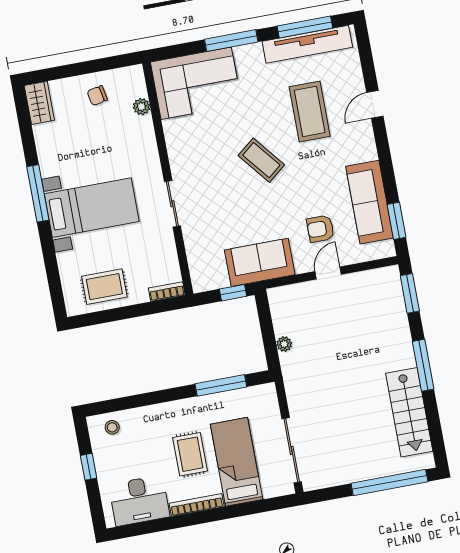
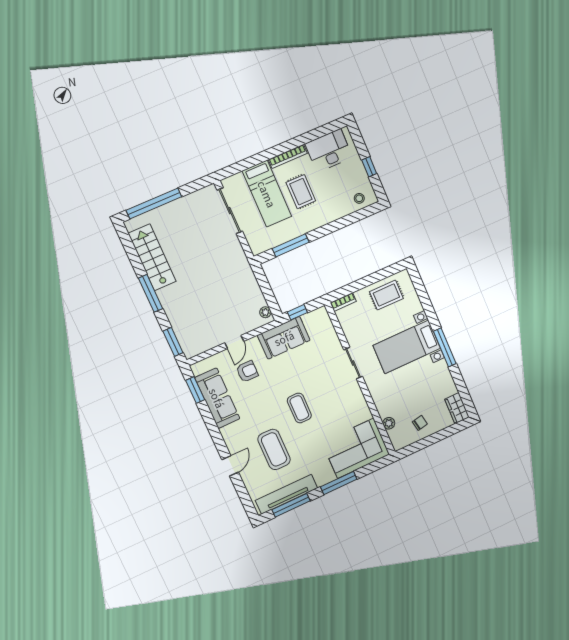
coffee table: (261, 160) -> (299, 408), turned 39
plant: (284, 344) -> (265, 312), moved

